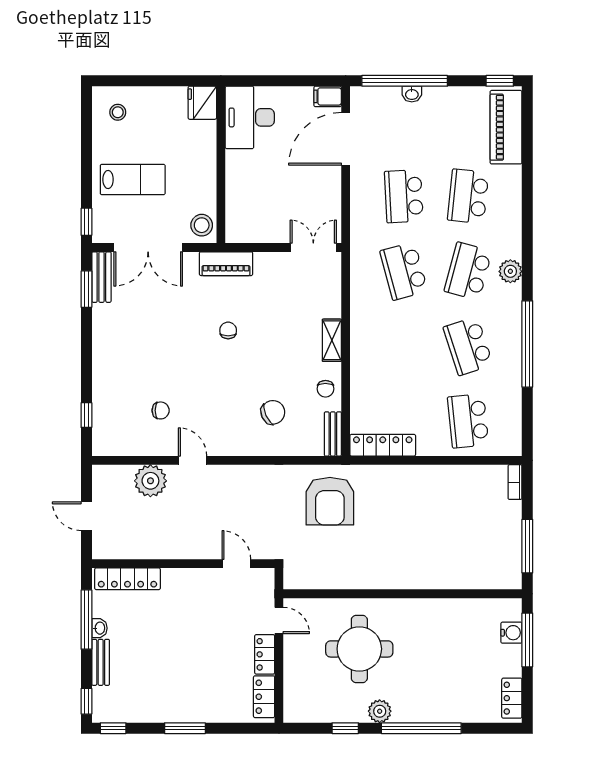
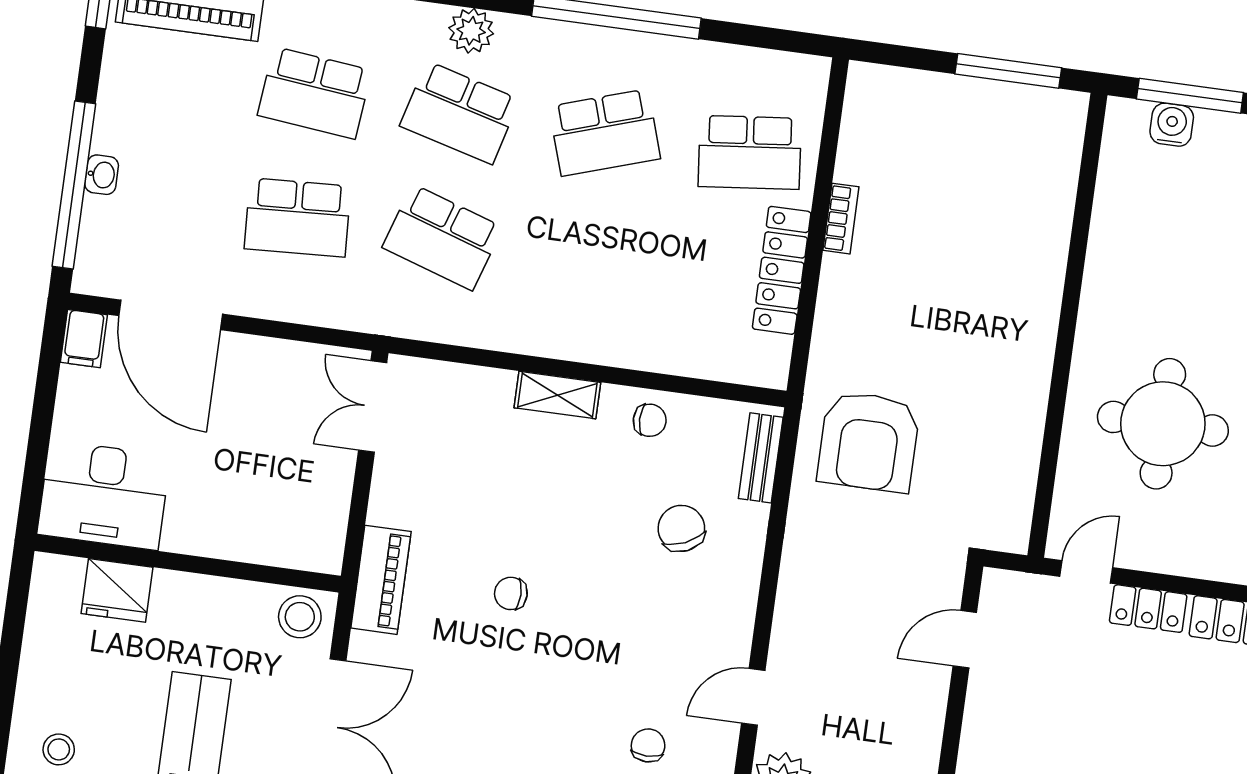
fridge: (202, 103) -> (117, 590), moved
school desk: (404, 271) -> (443, 237), turned 33
bench: (333, 434) -> (761, 458), moved, turned 90
locker: (383, 445) -> (782, 270), moved
bookcase: (515, 482) -> (841, 219), moved, turned -90
armchair: (330, 501) -> (869, 442), turned 90

